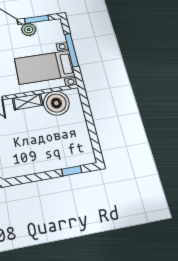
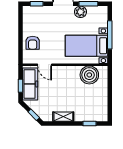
shelving: (28, 102) -> (63, 117), moved

